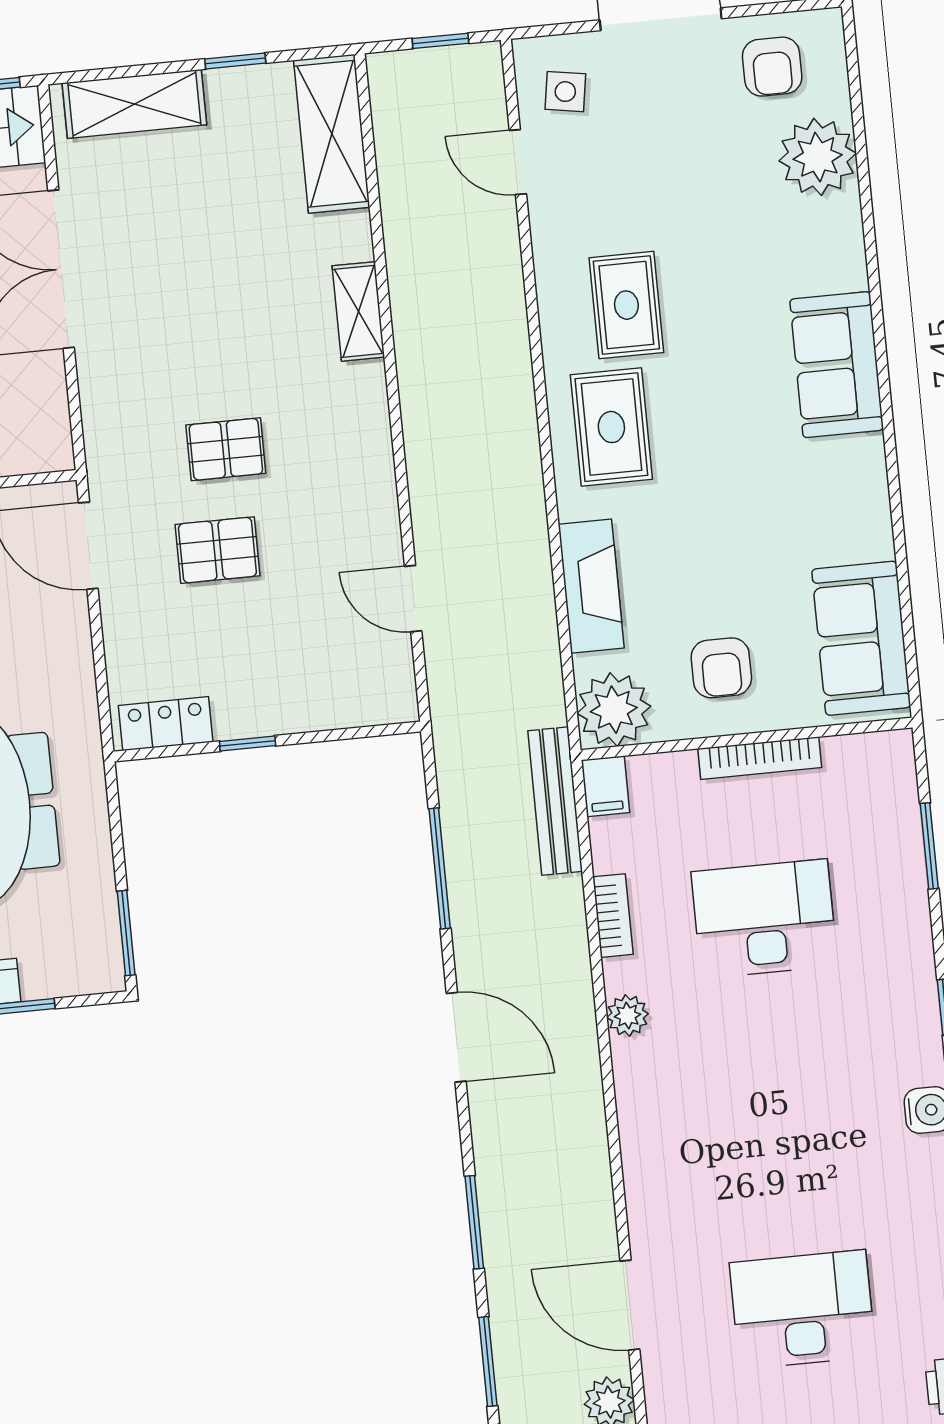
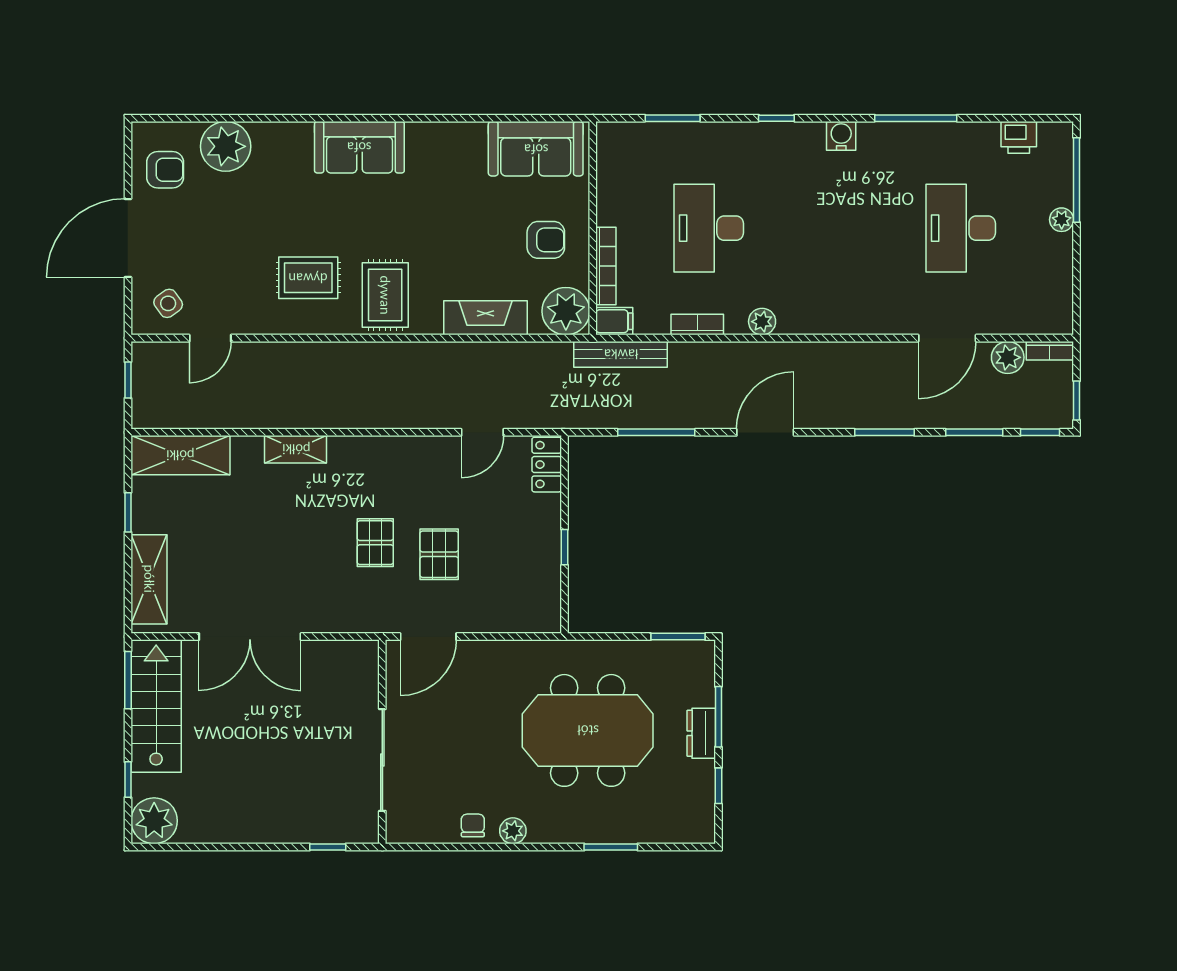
side table: (565, 92) -> (168, 303), turned 45
rug: (611, 427) -> (385, 295), turned 90
locker: (166, 724) -> (547, 465), moved
bookcase: (760, 758) -> (606, 266), moved

